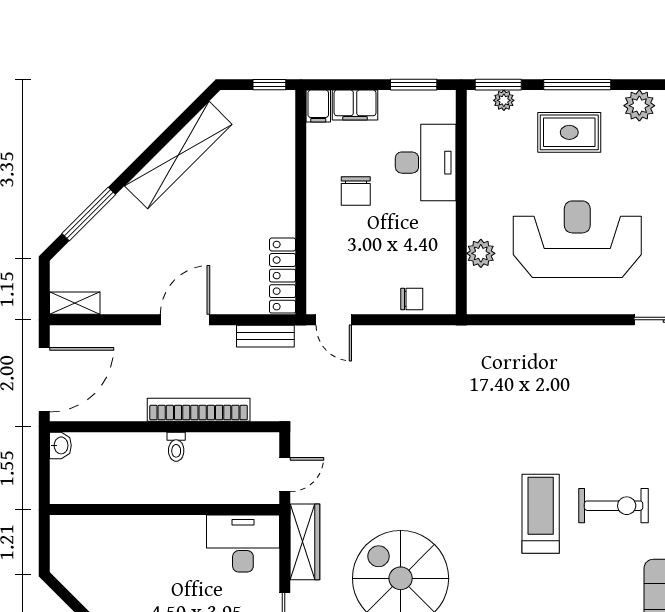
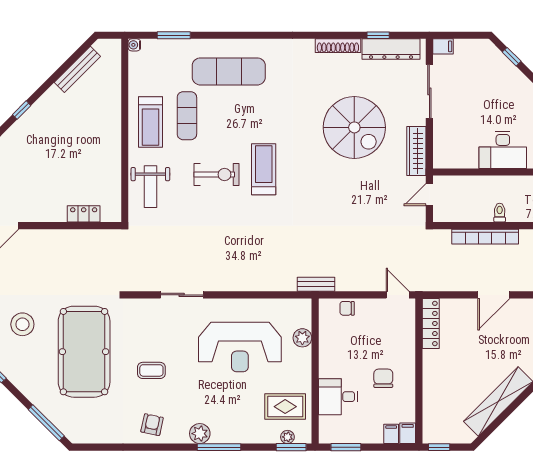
window: (577, 85) -> (219, 447), moved
filing cabinet: (355, 105) -> (391, 434), width x0.50
rug: (569, 132) -> (285, 407), moved
desk: (426, 163) -> (338, 397), width x0.73
bench: (265, 336) -> (316, 284), moved
exercise bike: (614, 506) -> (216, 174), turned 180
treadmill: (541, 514) -> (264, 169), turned 180
desk: (243, 544) -> (503, 150), moved

